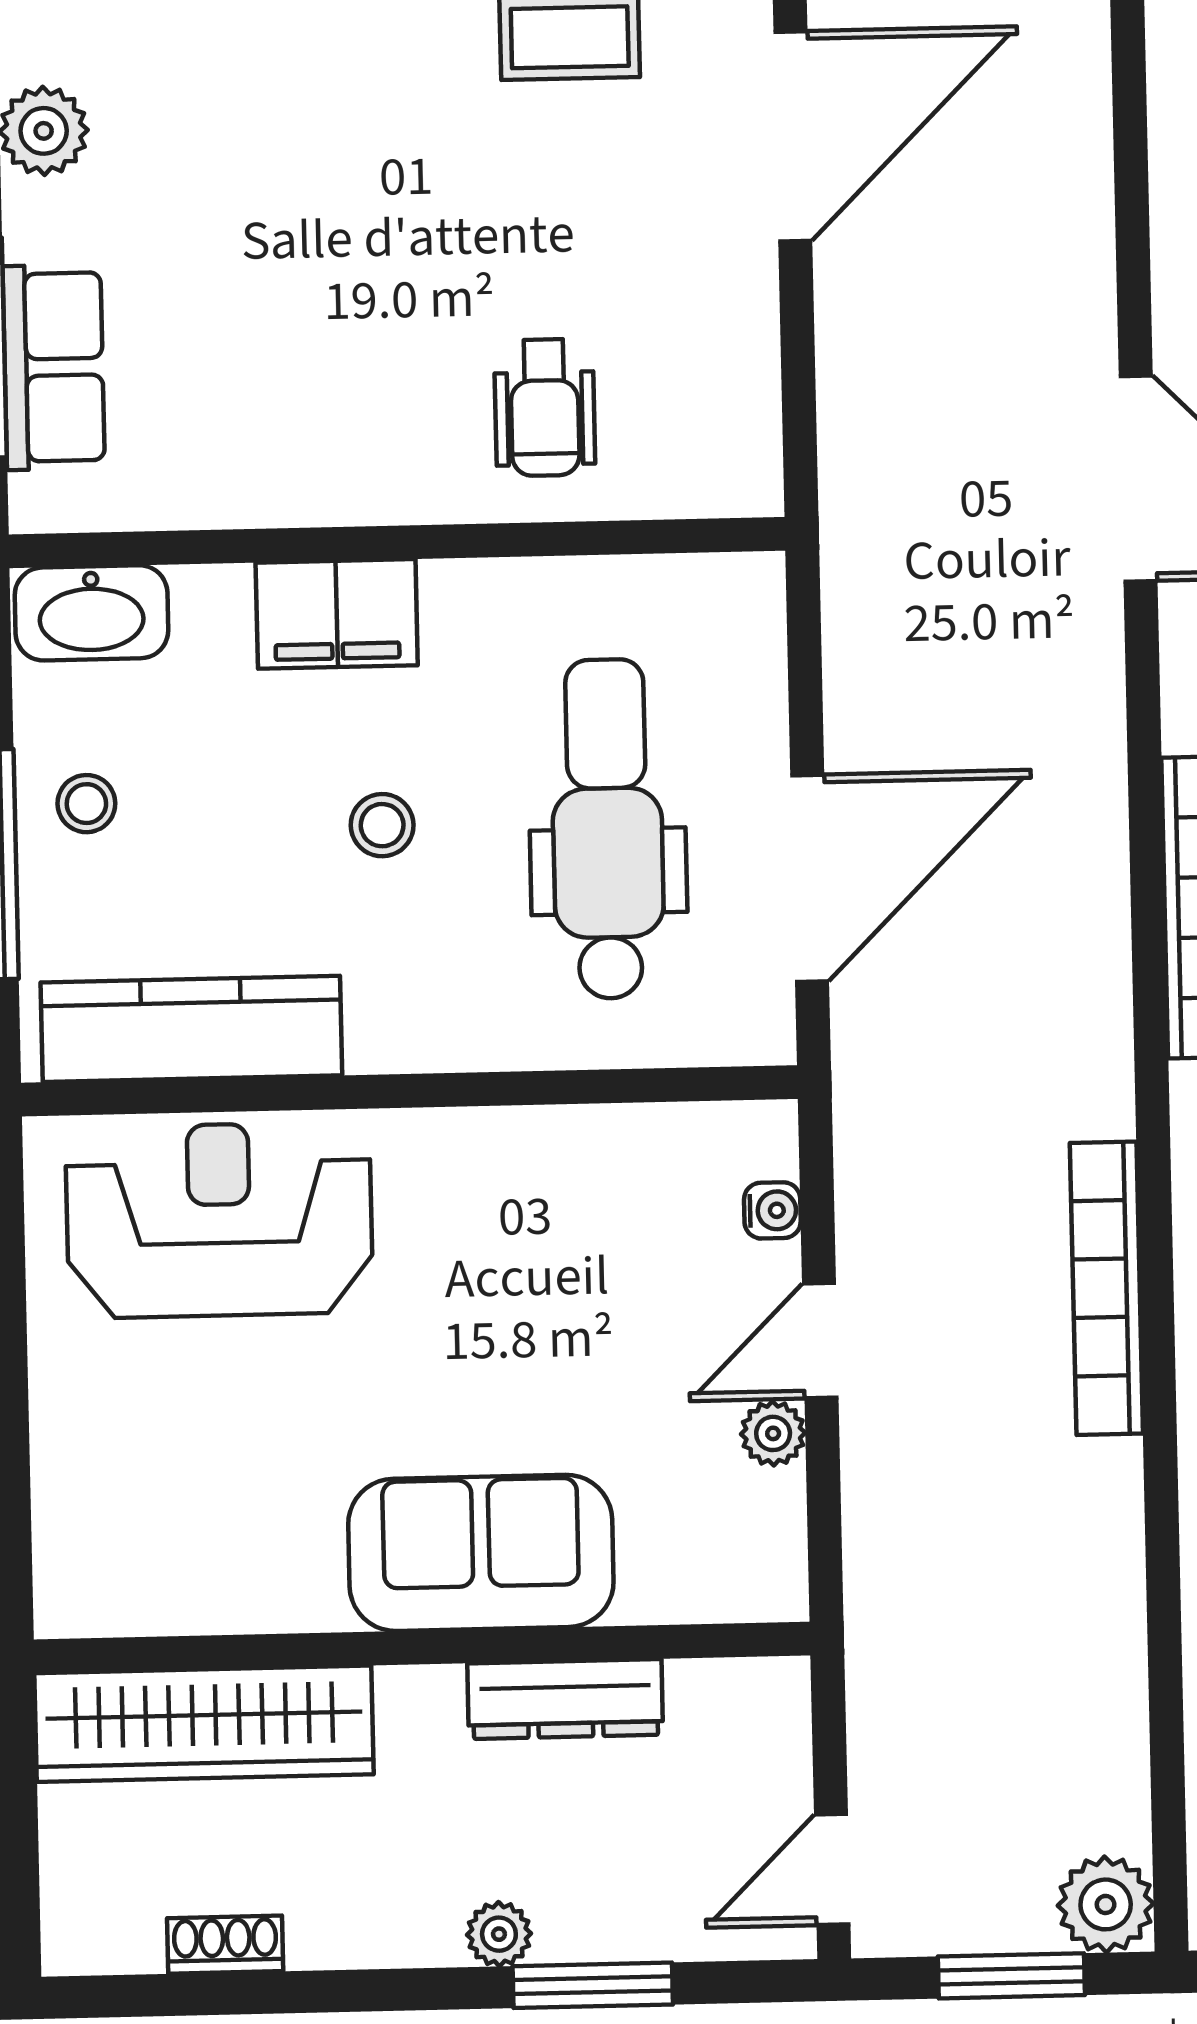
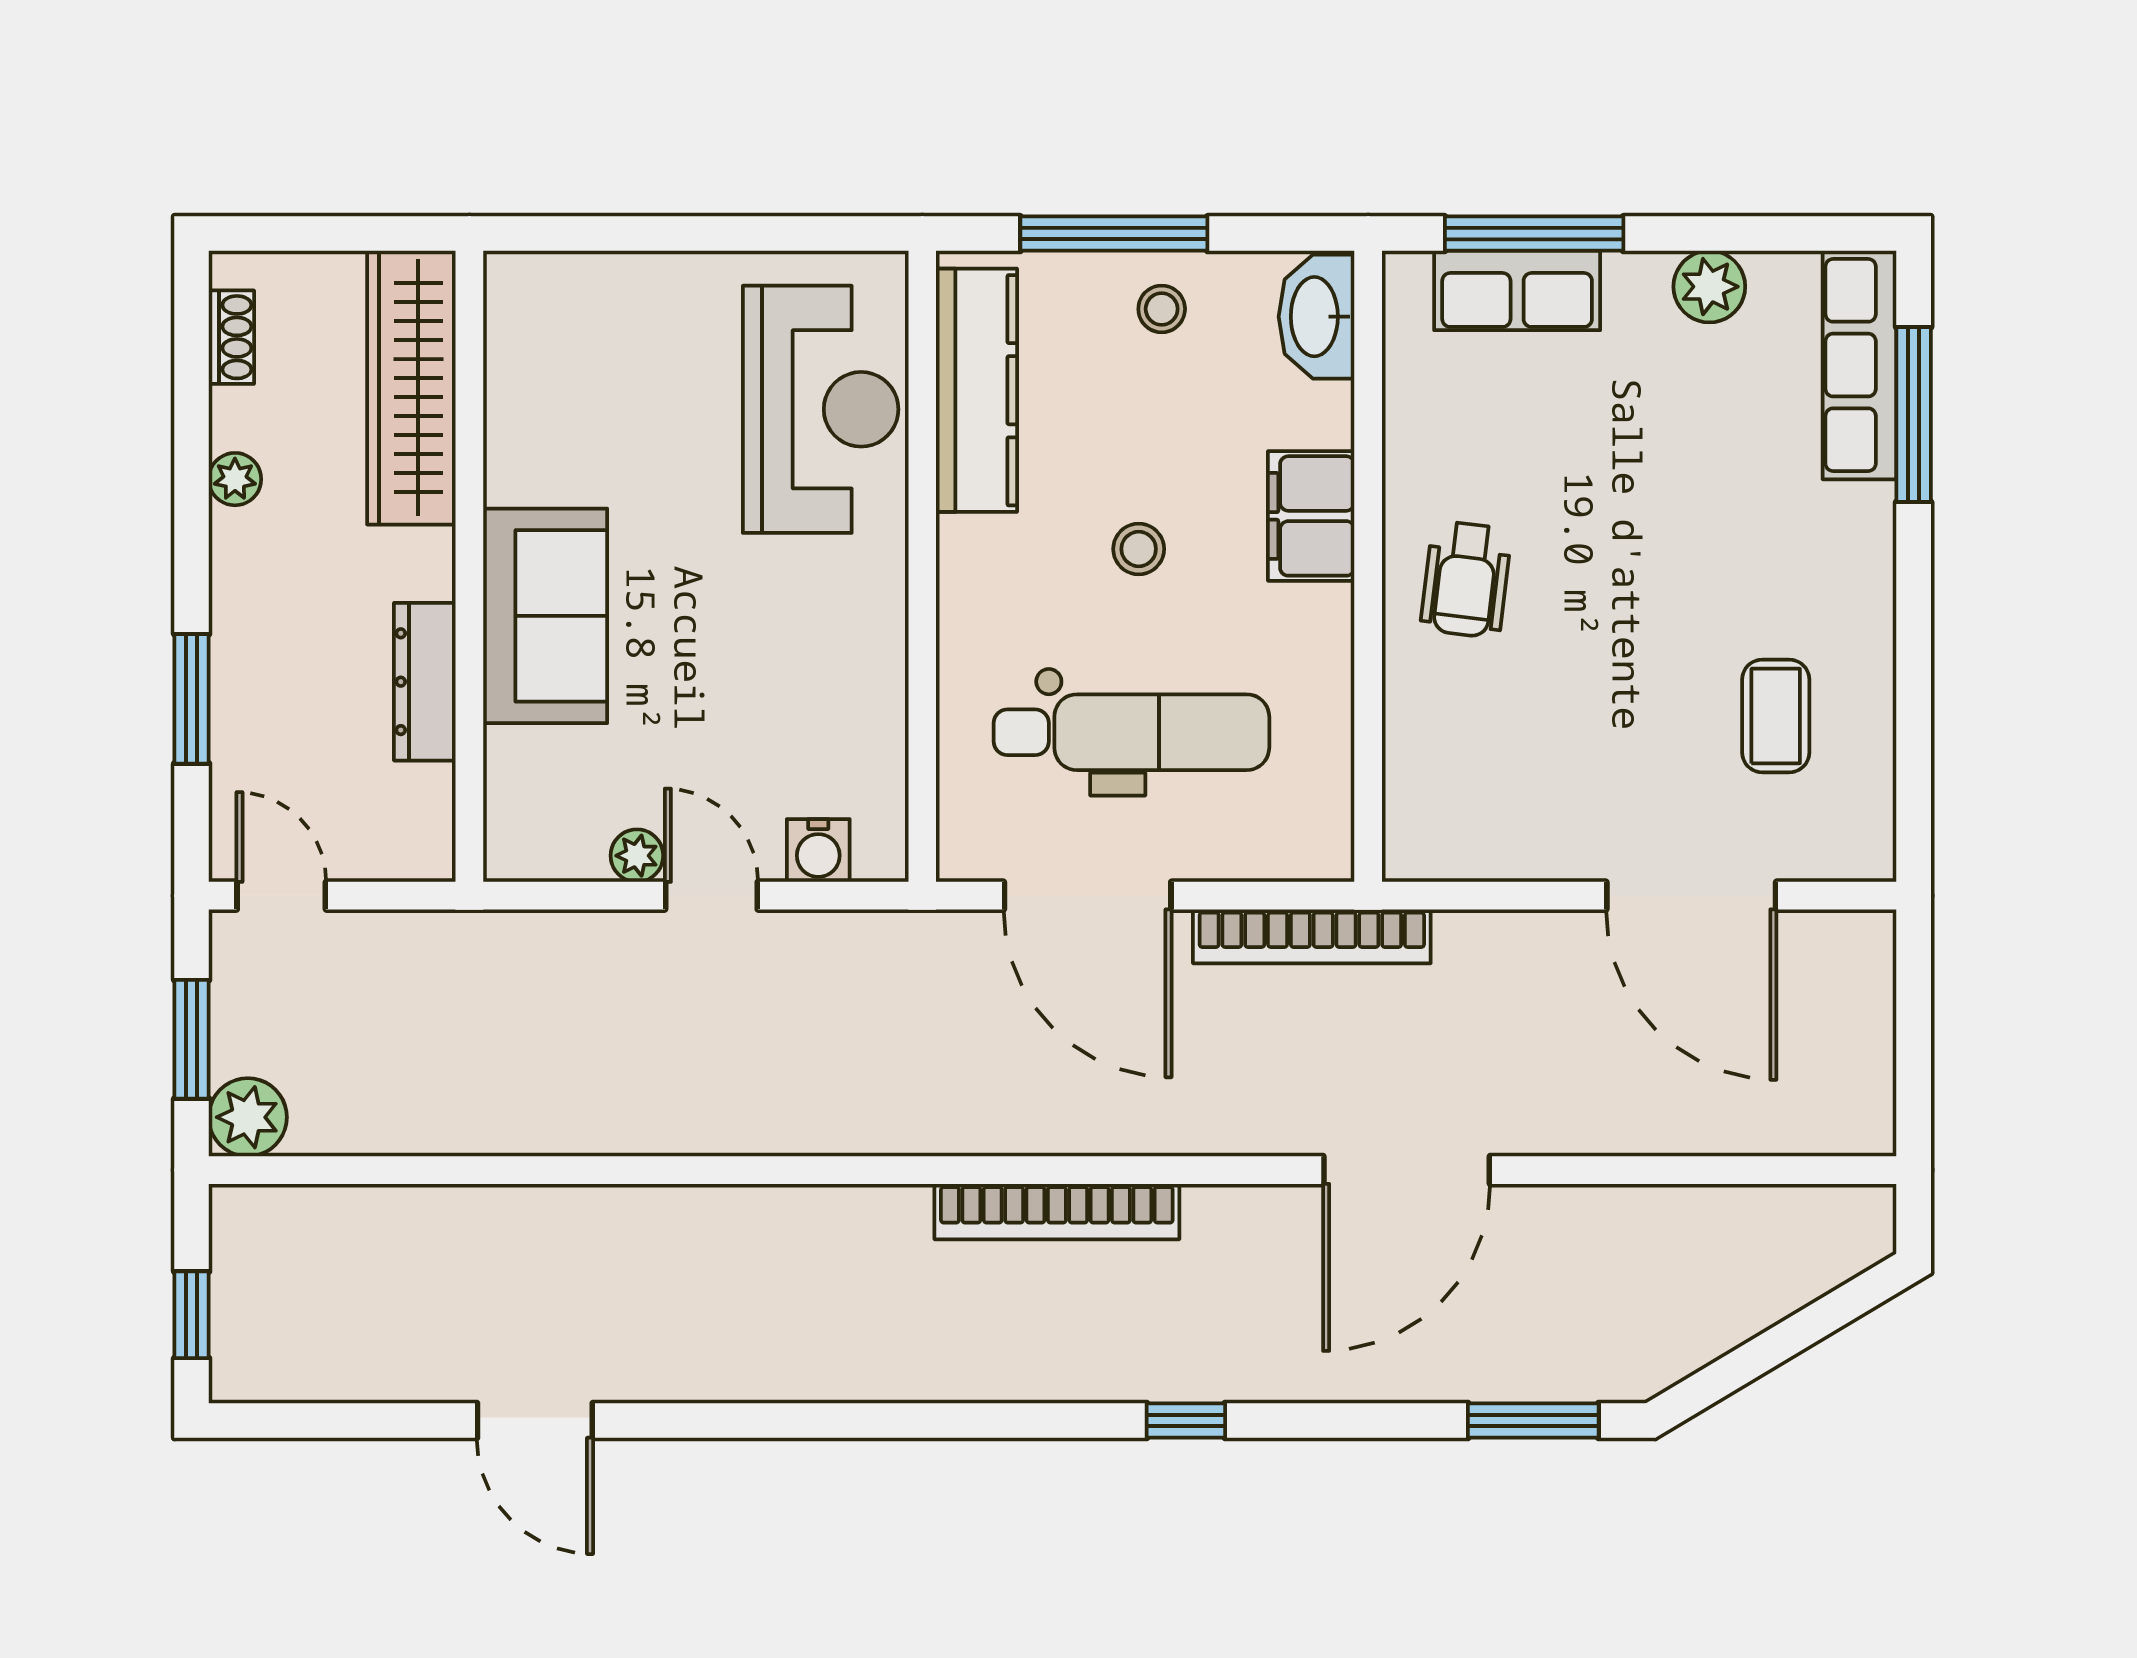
wheelchair: (545, 408) -> (1466, 579), moved, turned -83
water cooler: (772, 1210) -> (818, 850), width x1.38, depth x1.38
bookcase: (1106, 1288) -> (1312, 936), moved, turned 180
plant: (499, 1934) -> (235, 479), moved
shoe rack: (225, 1945) -> (231, 337), moved

